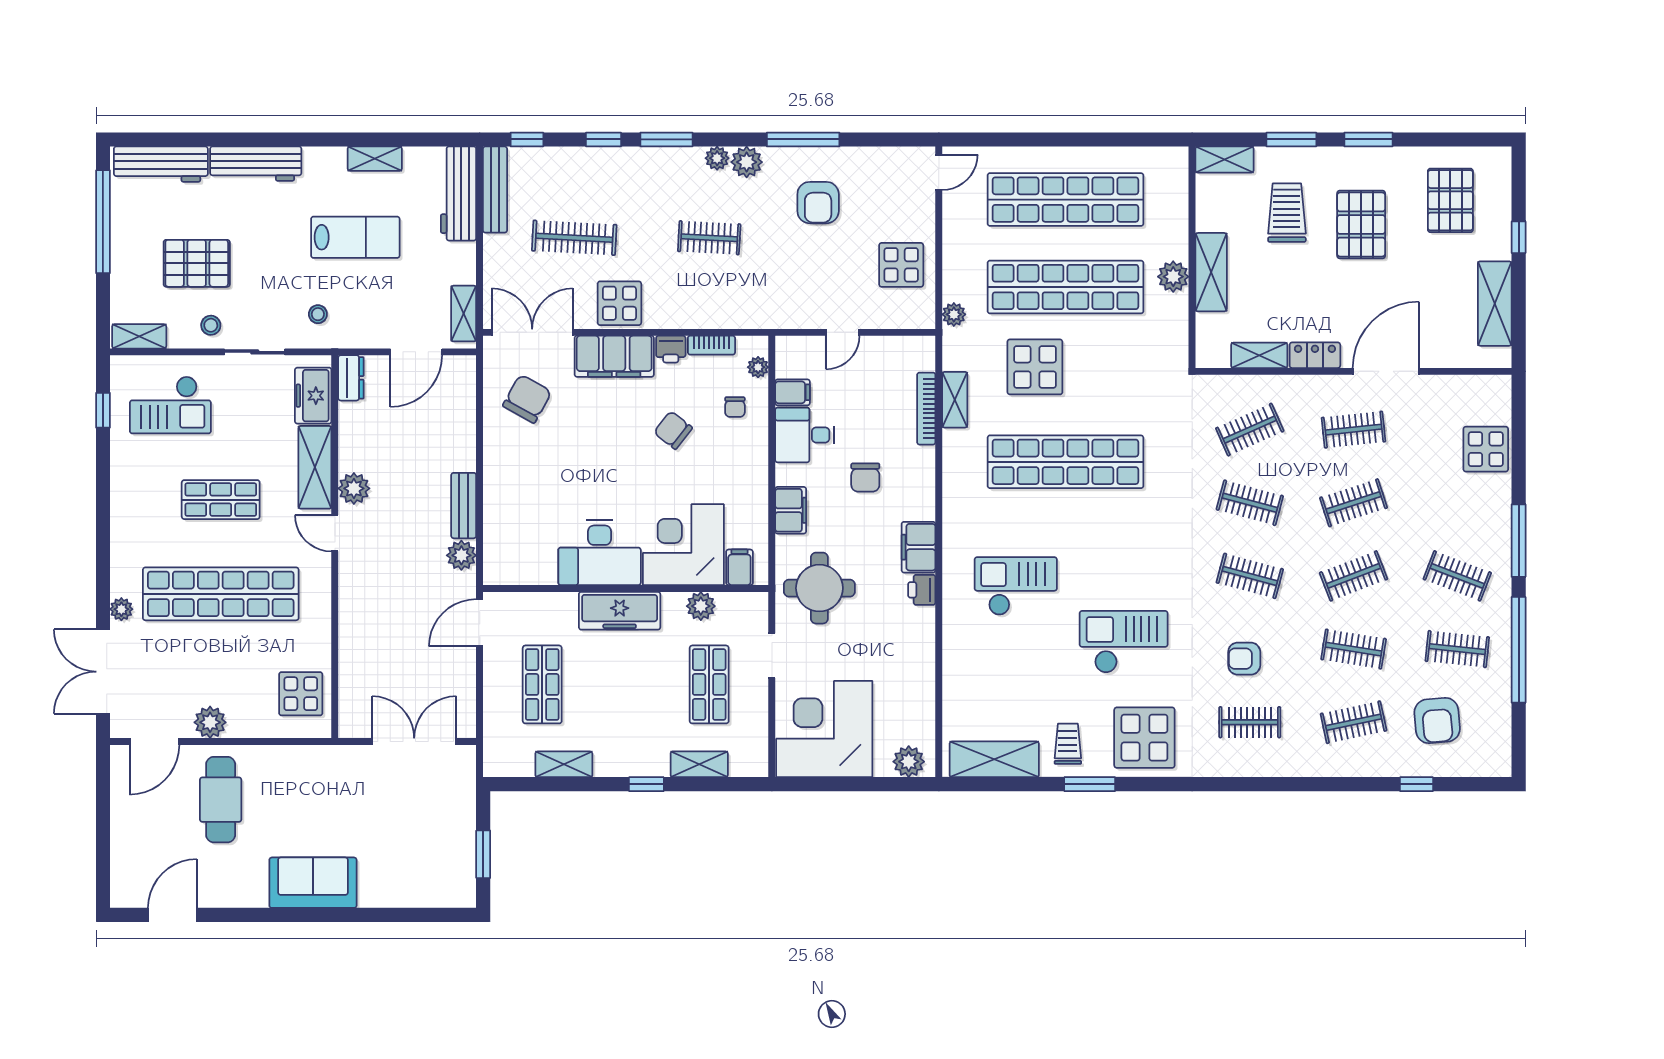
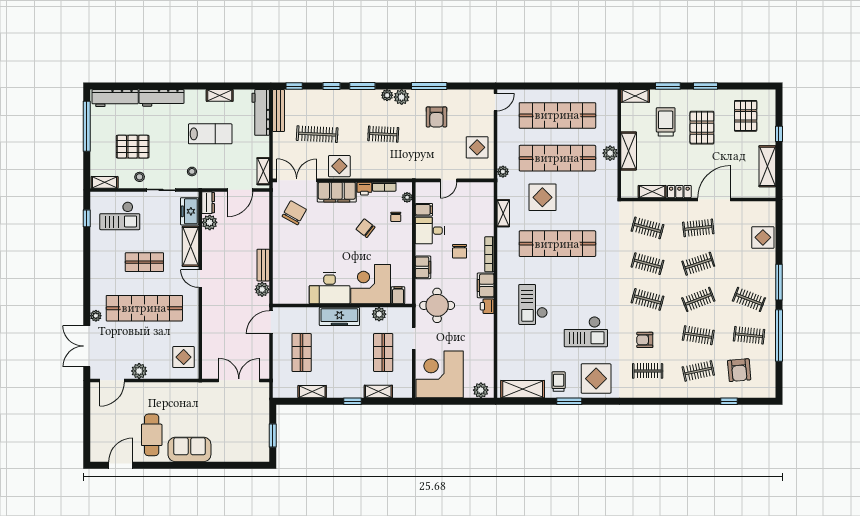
bookcase: (926, 409) -> (489, 254), moved
clothes rail: (1250, 430) -> (648, 228), turned 39
plant: (354, 488) -> (210, 222), moved
checkout: (1016, 586) -> (533, 304), turned -90
checkout: (1124, 642) -> (586, 332), turned 180
cafe table: (221, 800) -> (152, 435), moved

